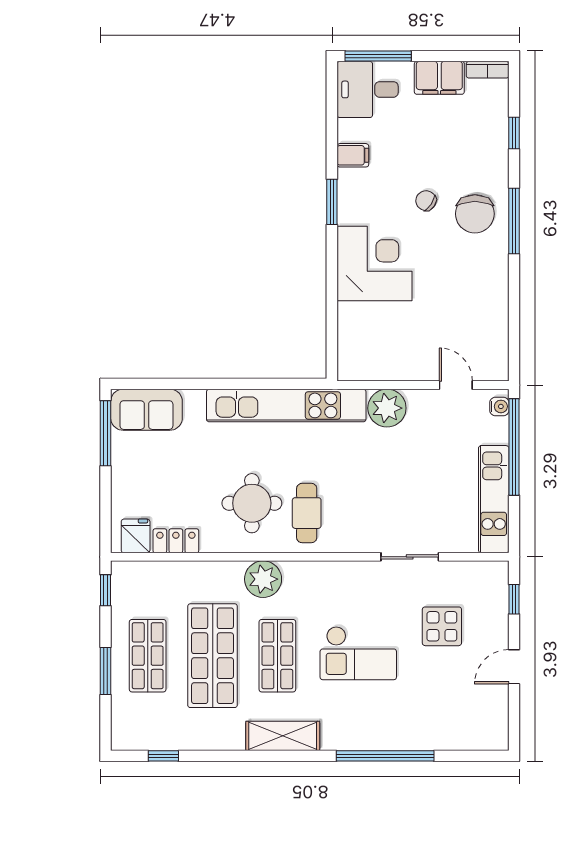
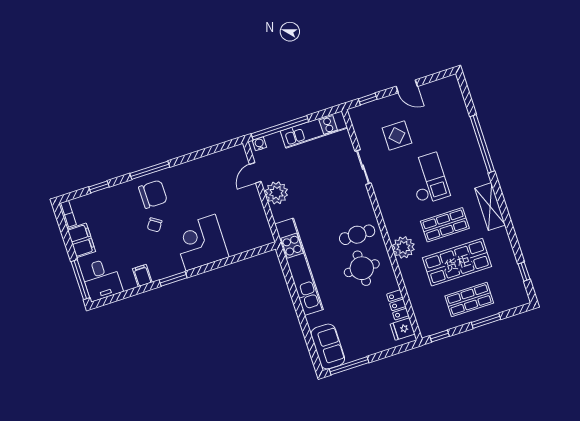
plant: (387, 408) -> (276, 193), moved

